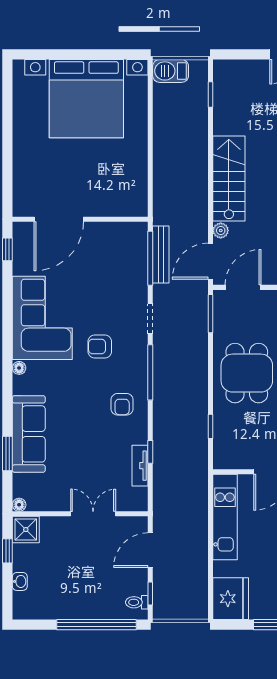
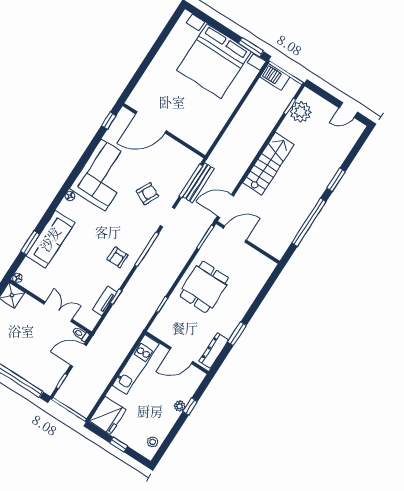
window: (119, 54) -> (251, 47), added
plant: (221, 230) -> (301, 112), moved, width x1.87, depth x1.87
armchair: (100, 346) -> (147, 194), moved, turned 116
toilet: (137, 602) -> (81, 334), moved

